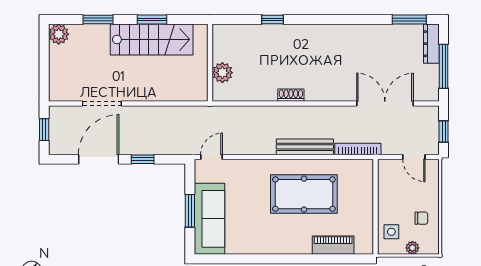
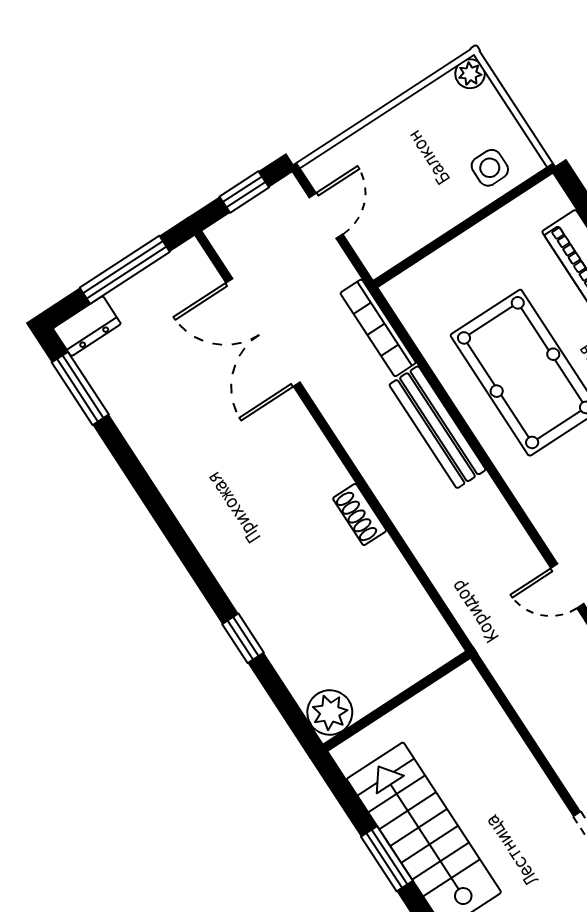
dresser: (431, 44) -> (87, 326), width x0.70
plant: (222, 73) -> (330, 712), moved
chair: (421, 218) -> (429, 129), removed
plant: (412, 248) -> (470, 74), moved

